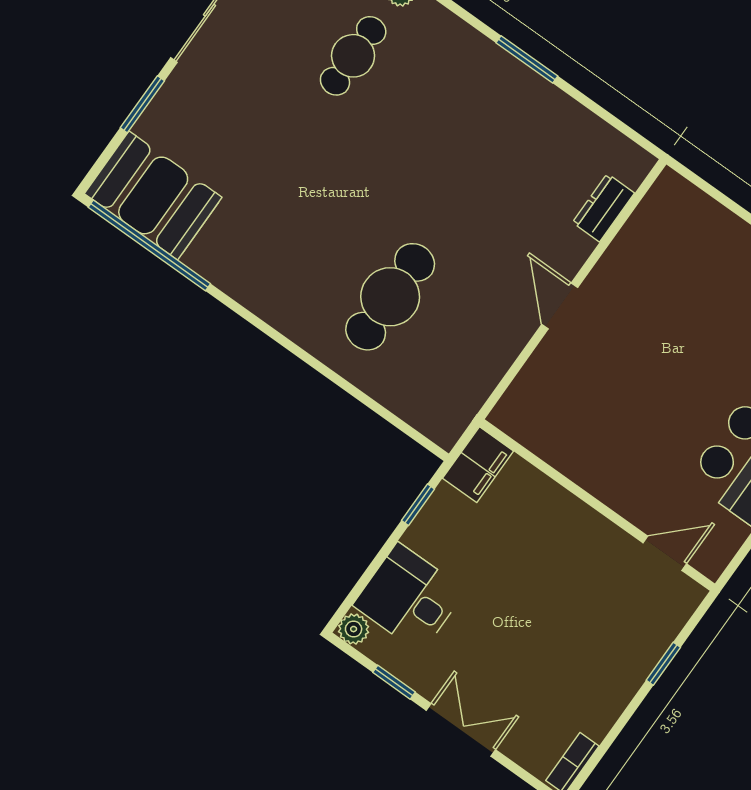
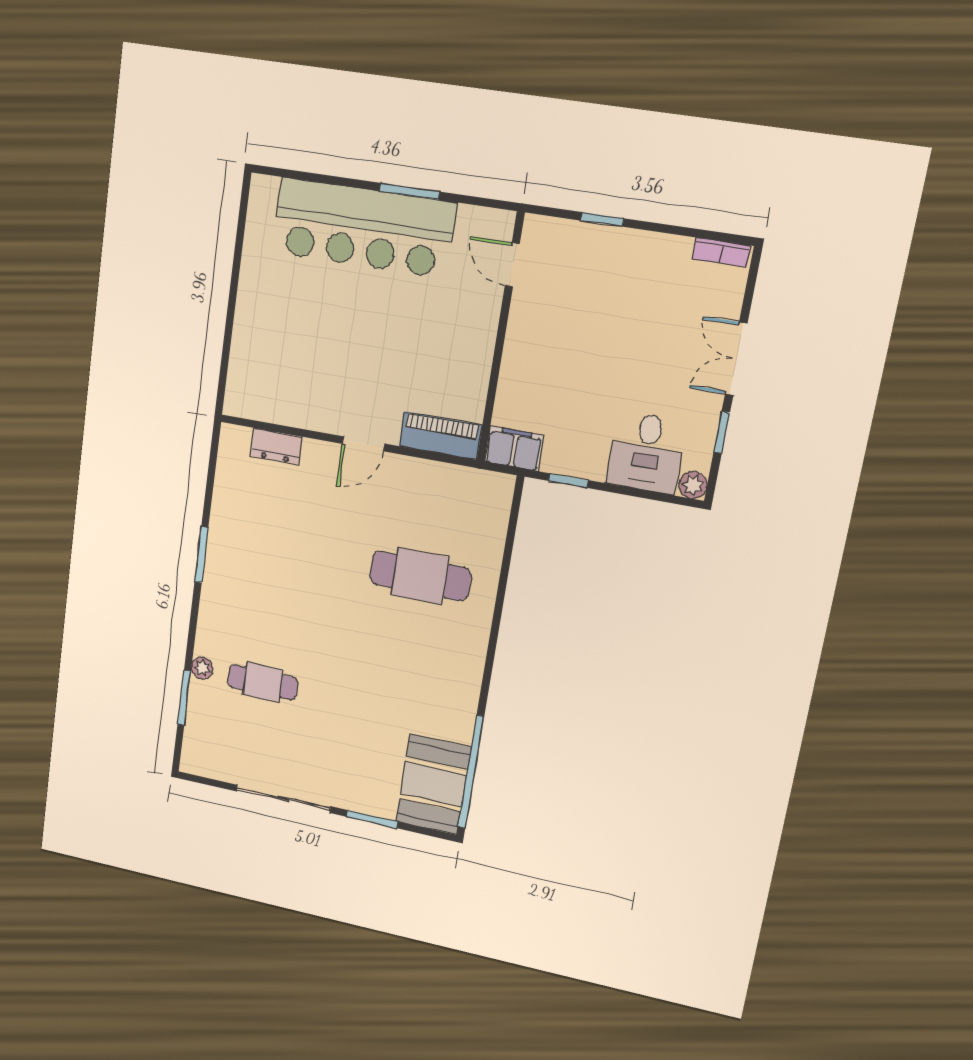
piano: (528, 393) -> (441, 436), added

